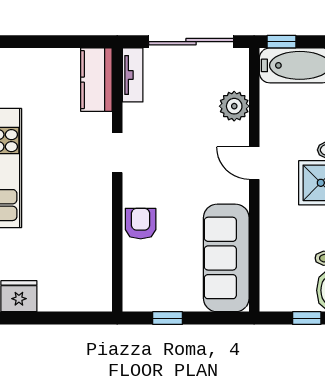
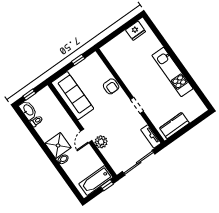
kitchen counter: (96, 80) -> (174, 126), moved, turned -90
plant: (234, 106) -> (101, 142), moved
door: (254, 163) -> (86, 136), swing flipped

